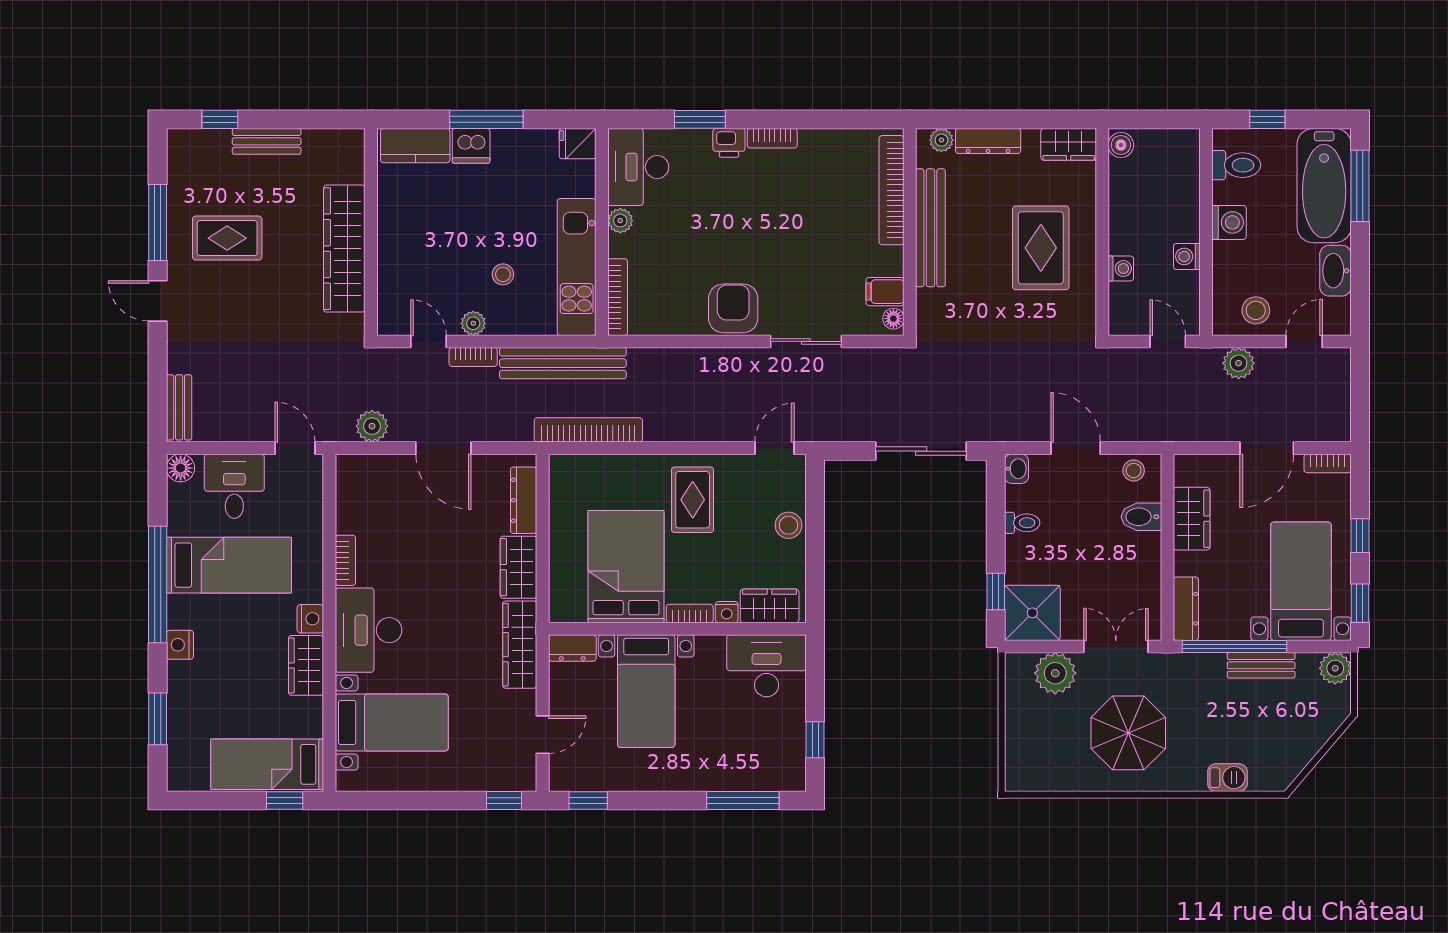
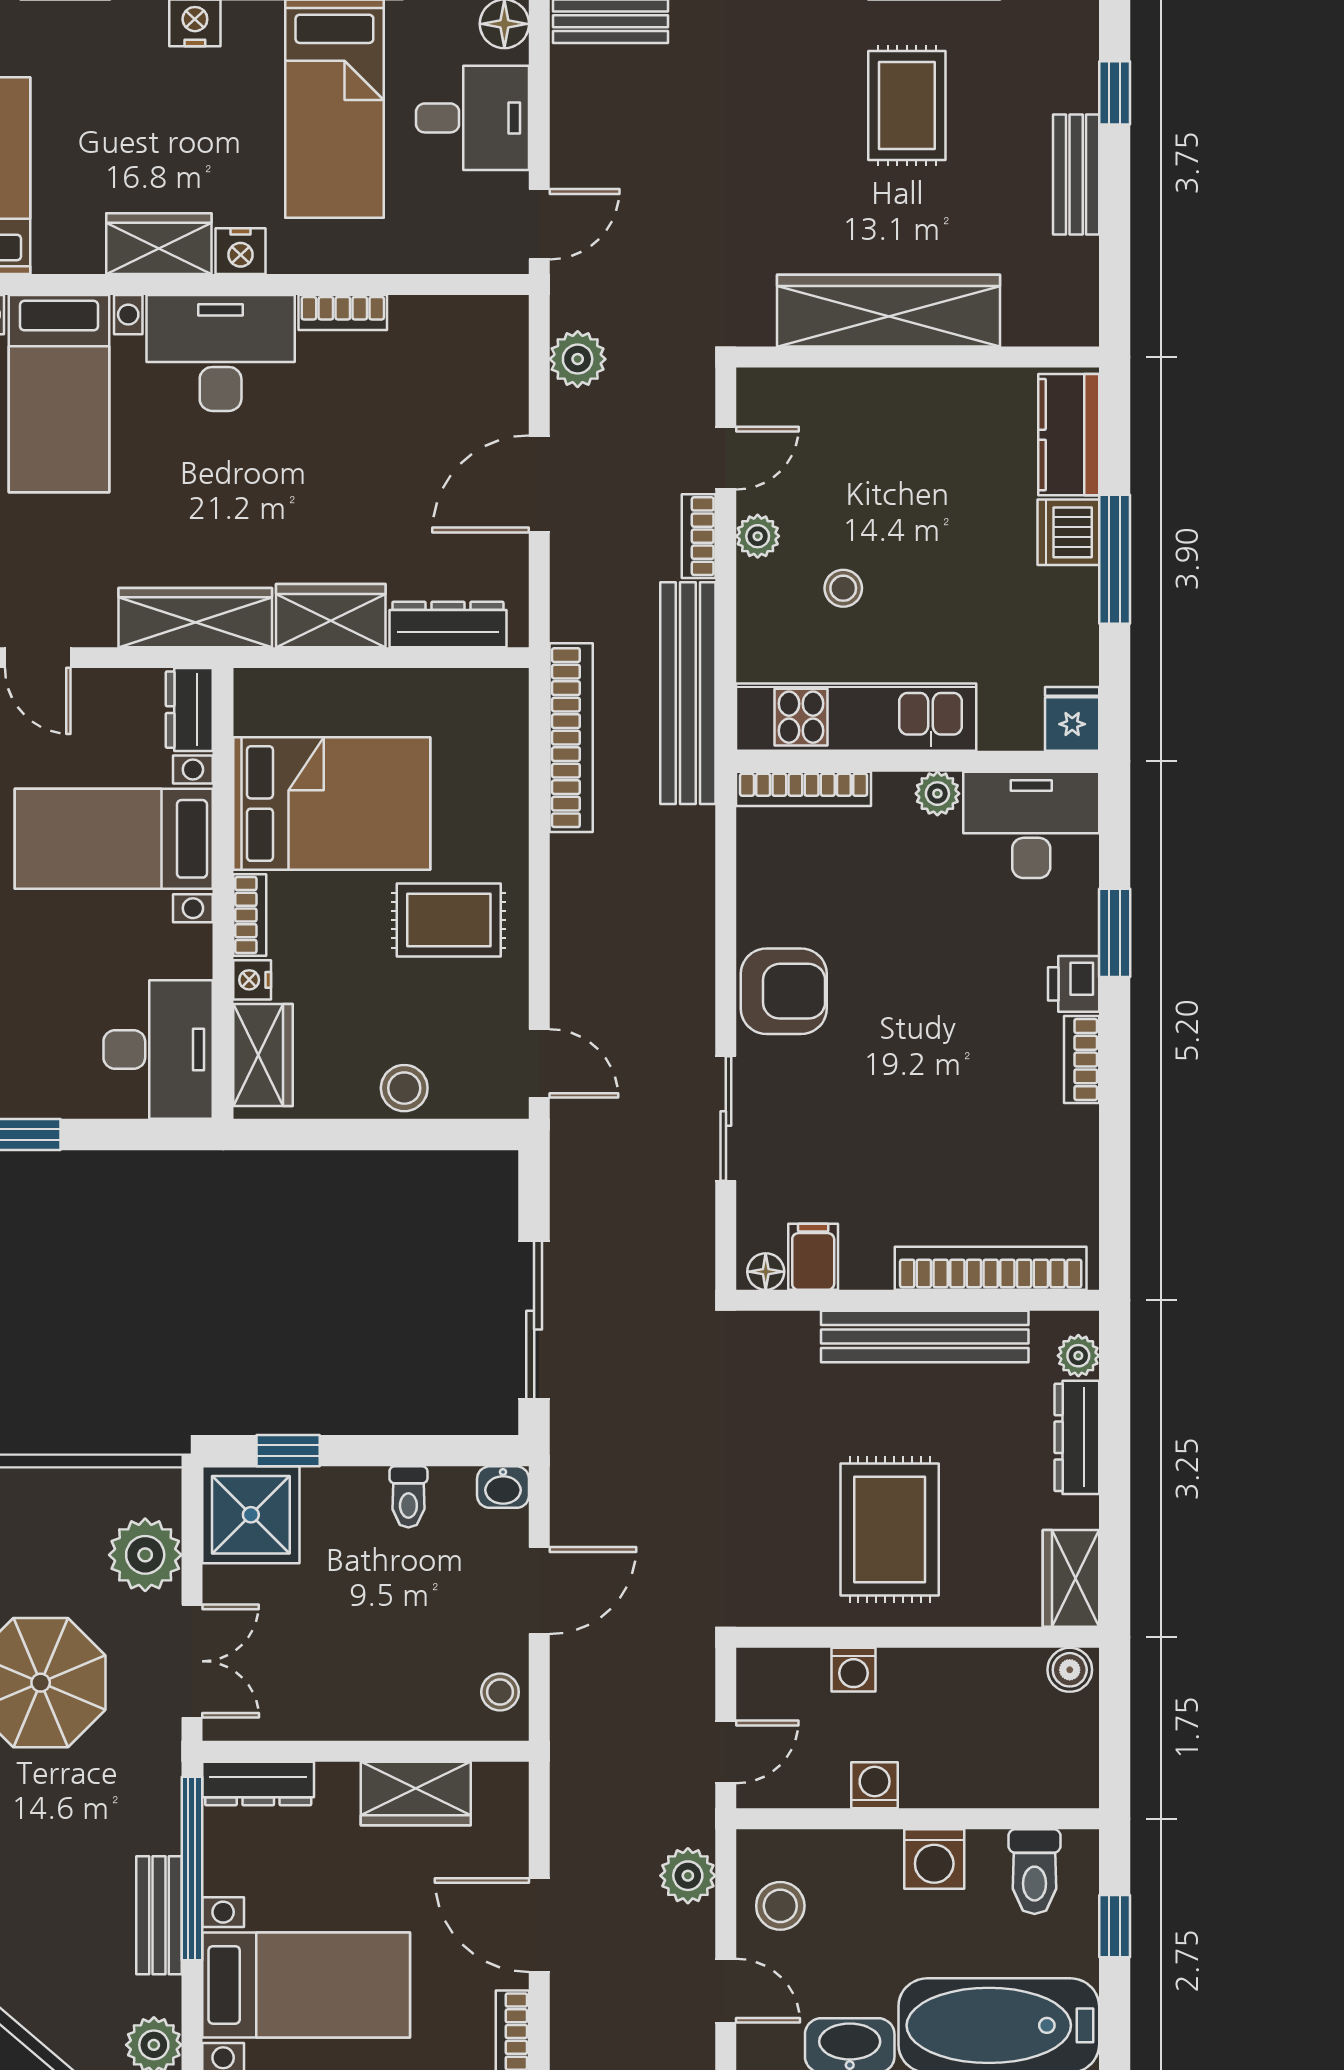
rug: (1041, 248) -> (890, 1530), turned 90
bidet: (1141, 517) -> (419, 1706), removed

